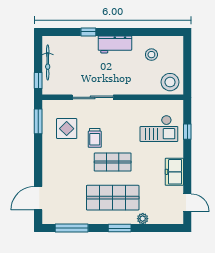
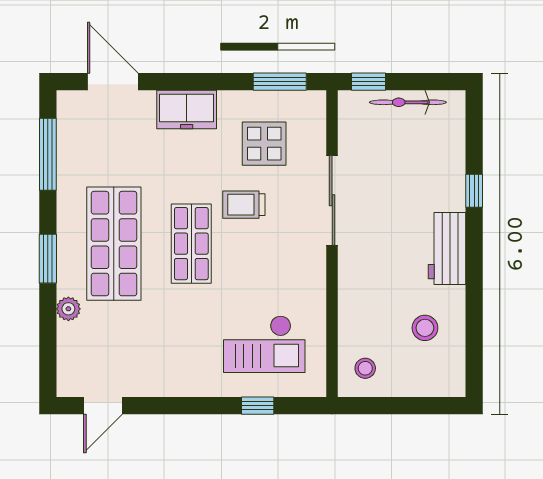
stool: (170, 82) -> (365, 368), width x0.53, depth x0.53
checkout: (159, 128) -> (264, 344), turned -90
freezer: (174, 172) -> (187, 110), moved, turned 180

